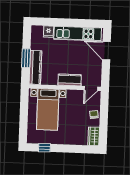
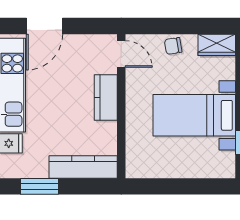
window: (26, 58) -> (39, 186), moved
bed with nightstands: (48, 109) -> (194, 115), moved, turned 180

